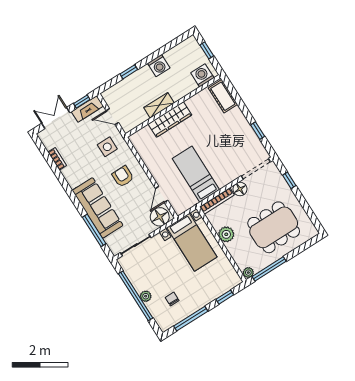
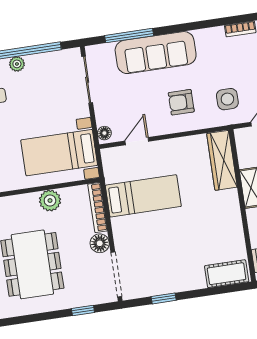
wardrobe: (170, 119) -> (222, 160), moved
armchair: (123, 176) -> (181, 102), turned 180
door: (162, 194) -> (137, 141), hinge flipped
floor lamp: (160, 217) -> (104, 133), width x0.53, depth x0.53

